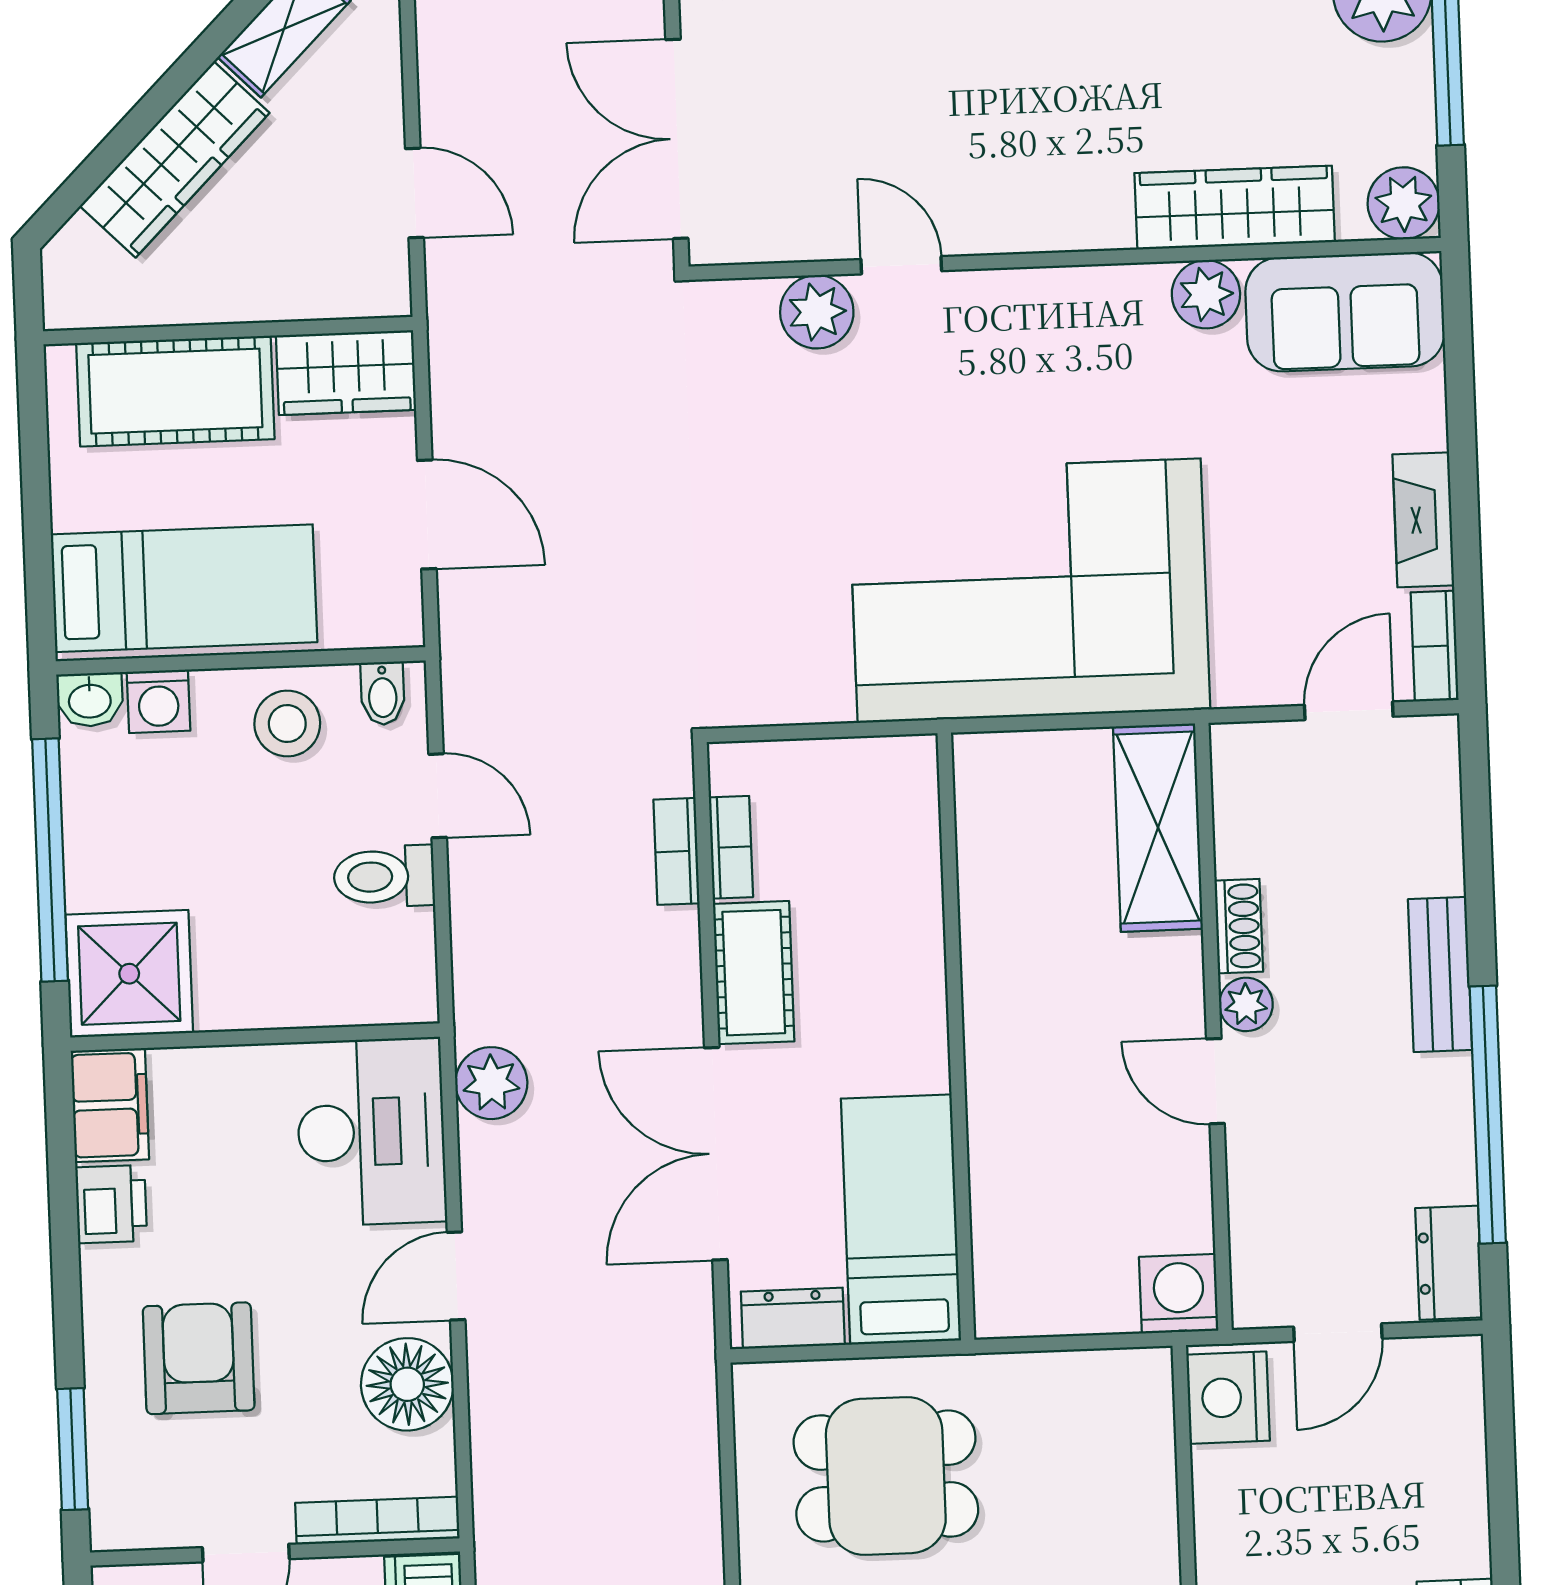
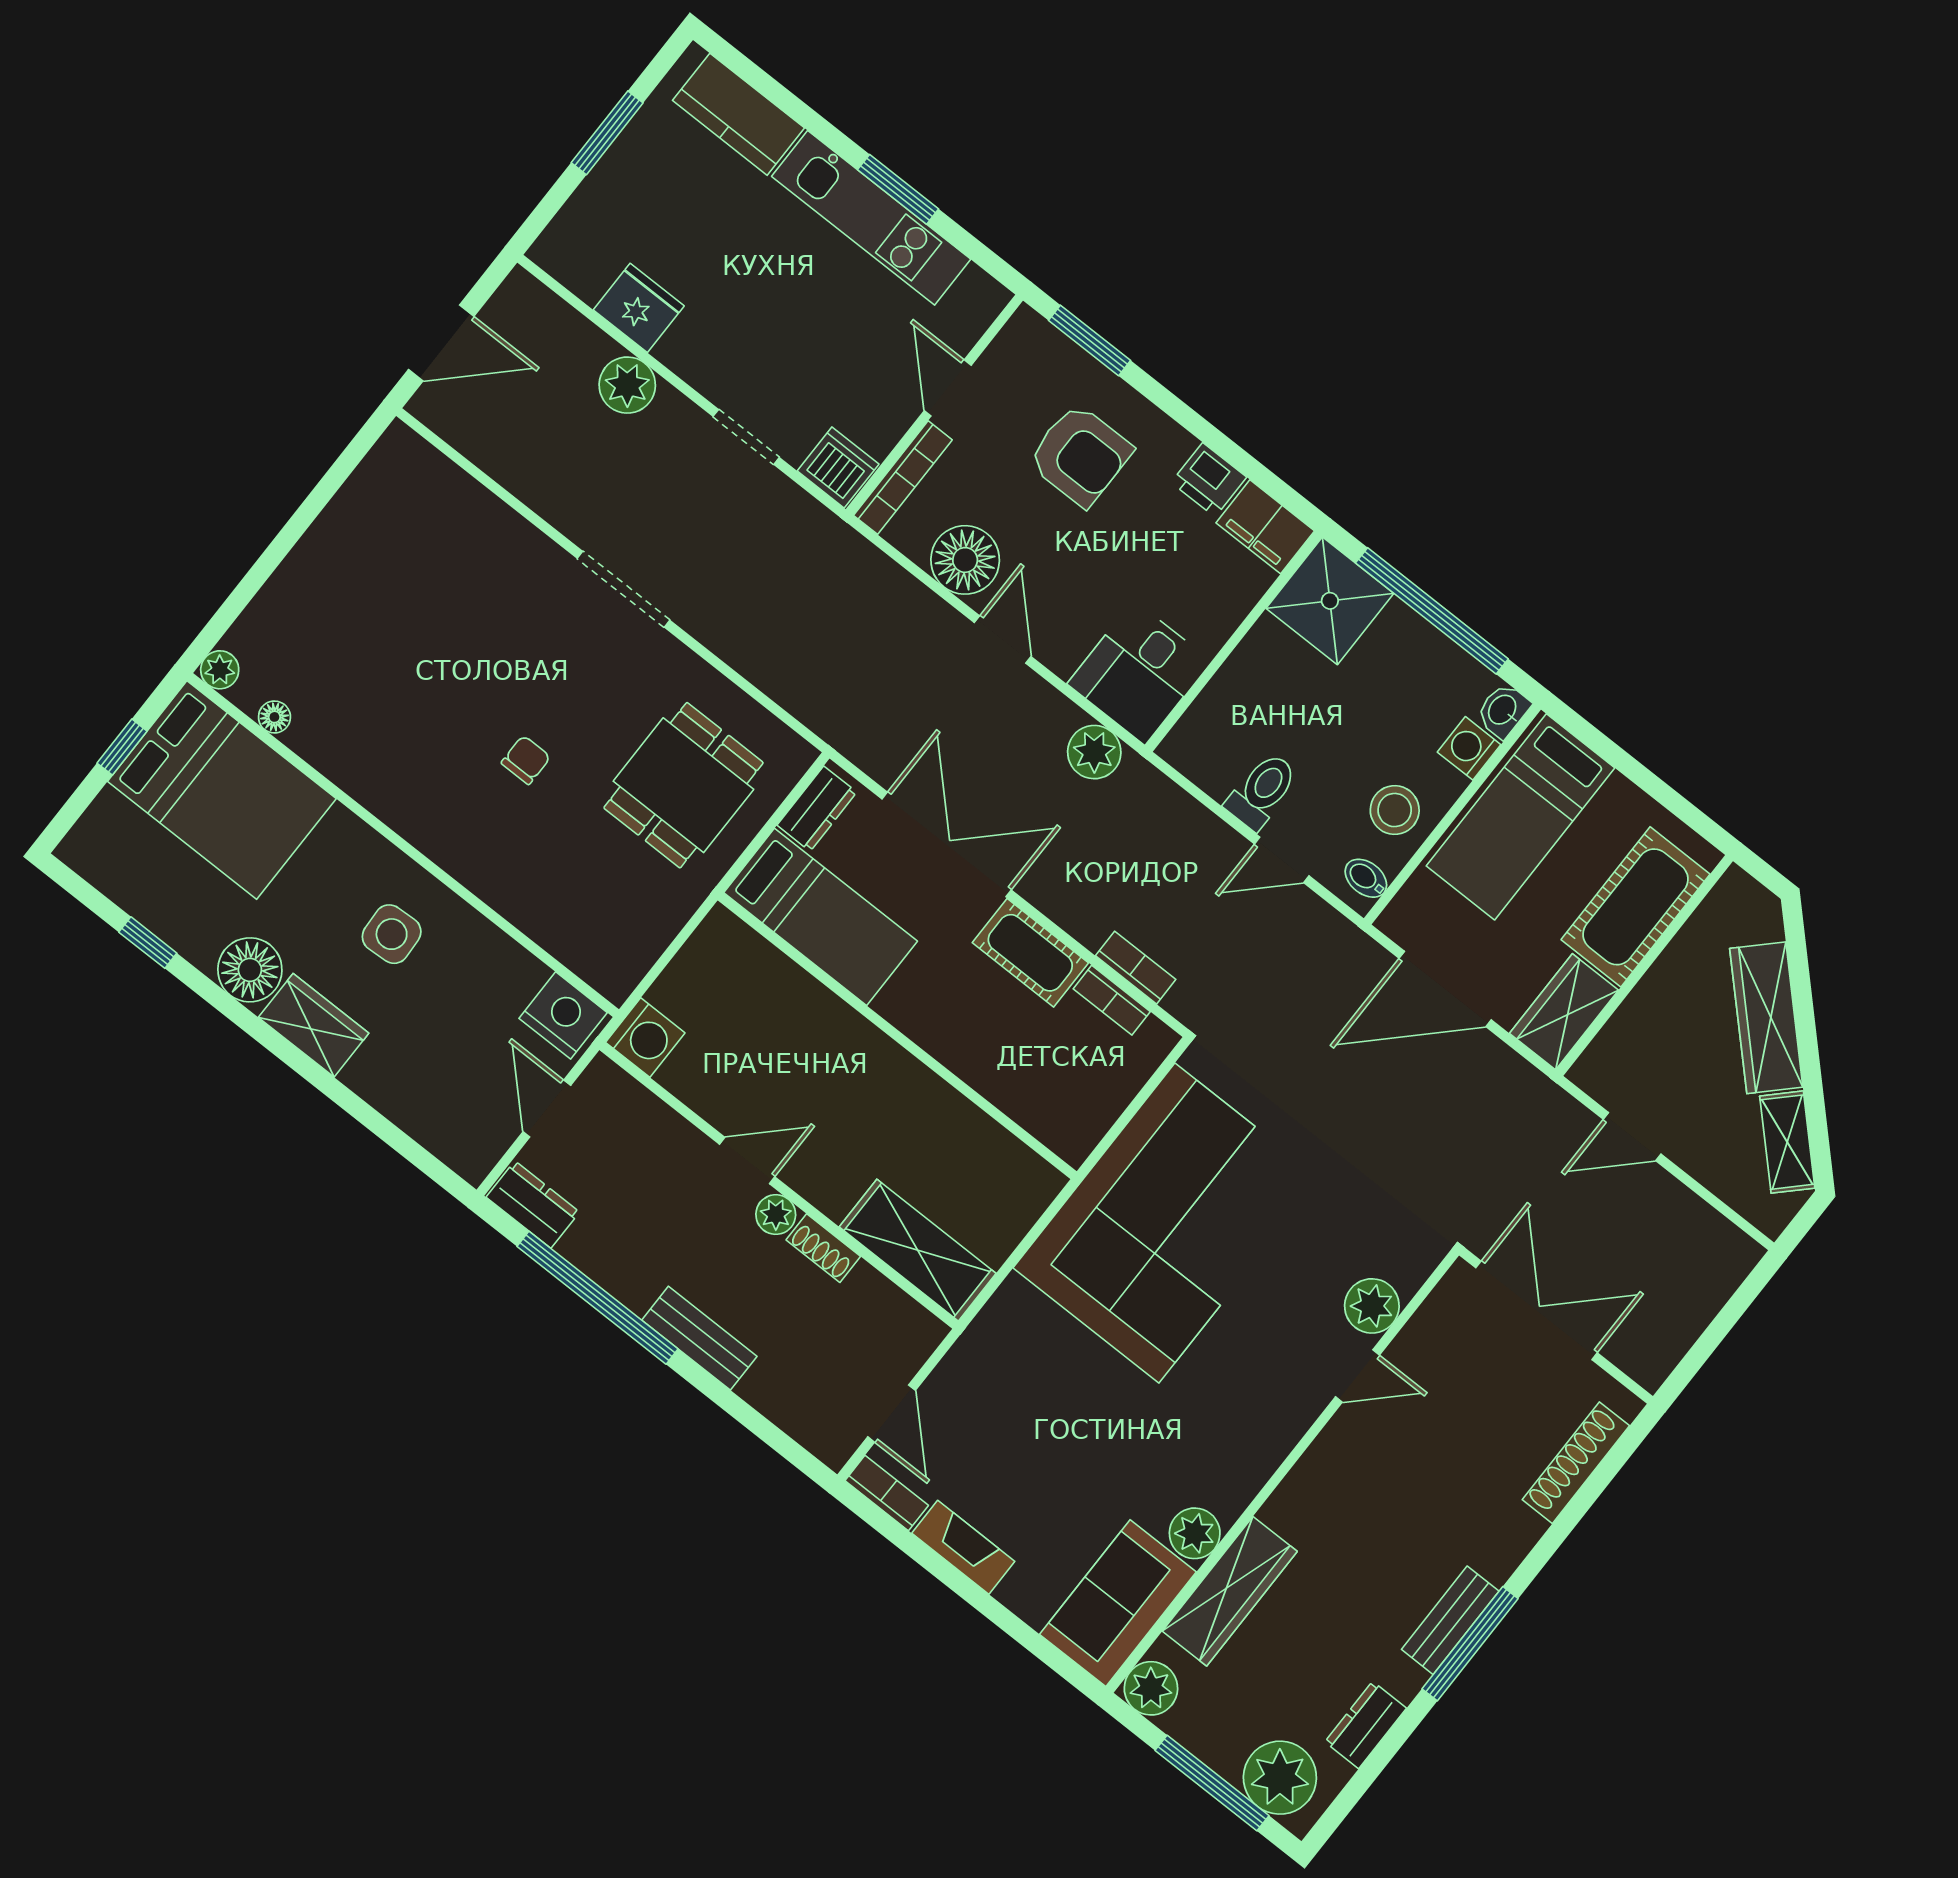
door: (427, 515) -> (1445, 989), width x1.36
corner sofa: (1029, 591) -> (1167, 1223), moved
desk: (371, 1132) -> (1139, 673), width x0.73

